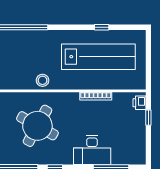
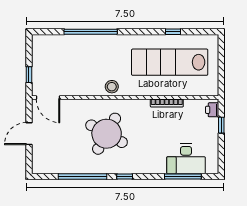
lab bench: (98, 57) -> (170, 62), turned 180
desk: (92, 150) -> (186, 159), moved

